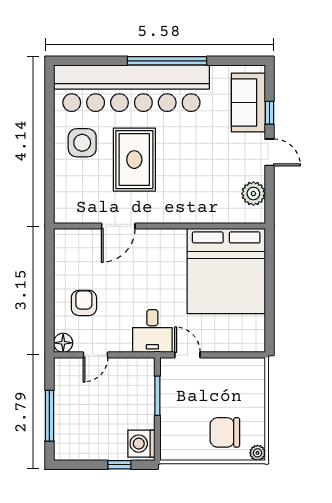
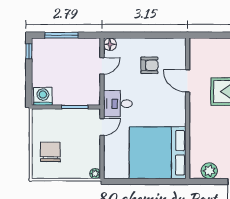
armchair: (84, 303) -> (149, 65), moved
door: (96, 355) -> (102, 66), swing flipped
plant: (258, 453) -> (95, 174), moved
window: (119, 465) -> (29, 51), moved

